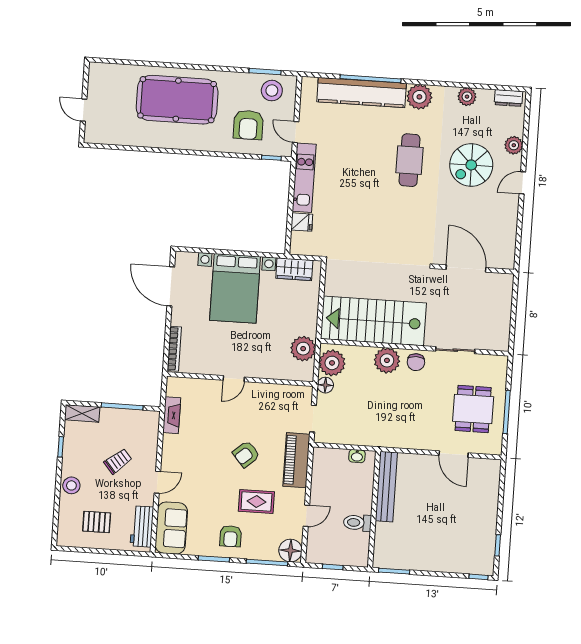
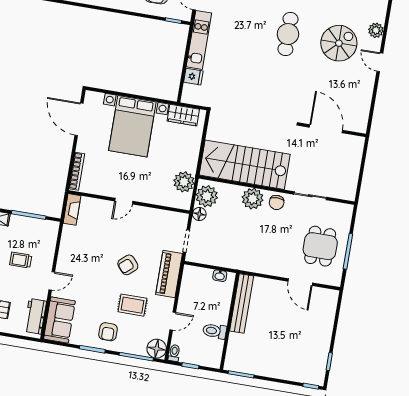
spiral stairs: (471, 165) -> (339, 43), turned 180
door: (522, 183) -> (380, 62), hinge flipped
fireplace: (172, 415) -> (72, 209), moved
trolley: (118, 461) -> (21, 260), turned -140
toilet: (312, 554) -> (174, 353), added

